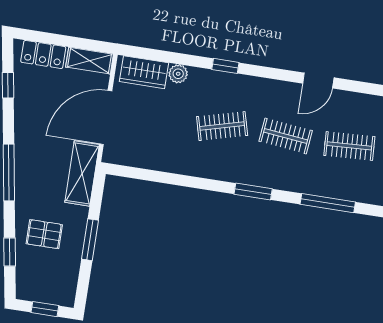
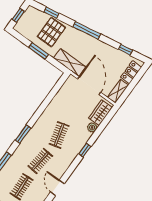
pallet: (44, 234) -> (51, 32), width x1.50, depth x1.42

